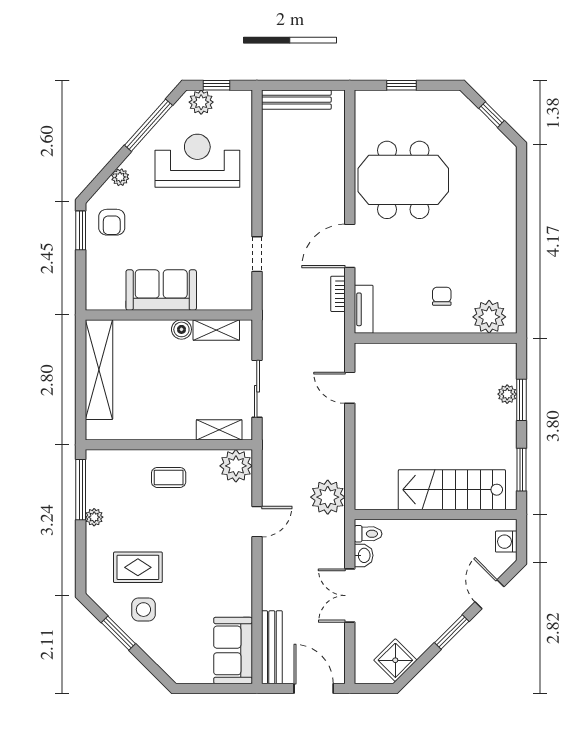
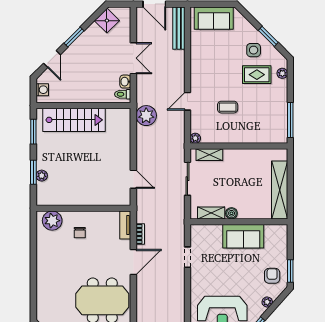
plant: (236, 466) -> (195, 138), width x0.53, depth x0.53
coffee table: (169, 477) -> (228, 107), moved
plant: (94, 517) -> (282, 73), moved
sofa: (233, 650) -> (214, 18), moved, turned 90

